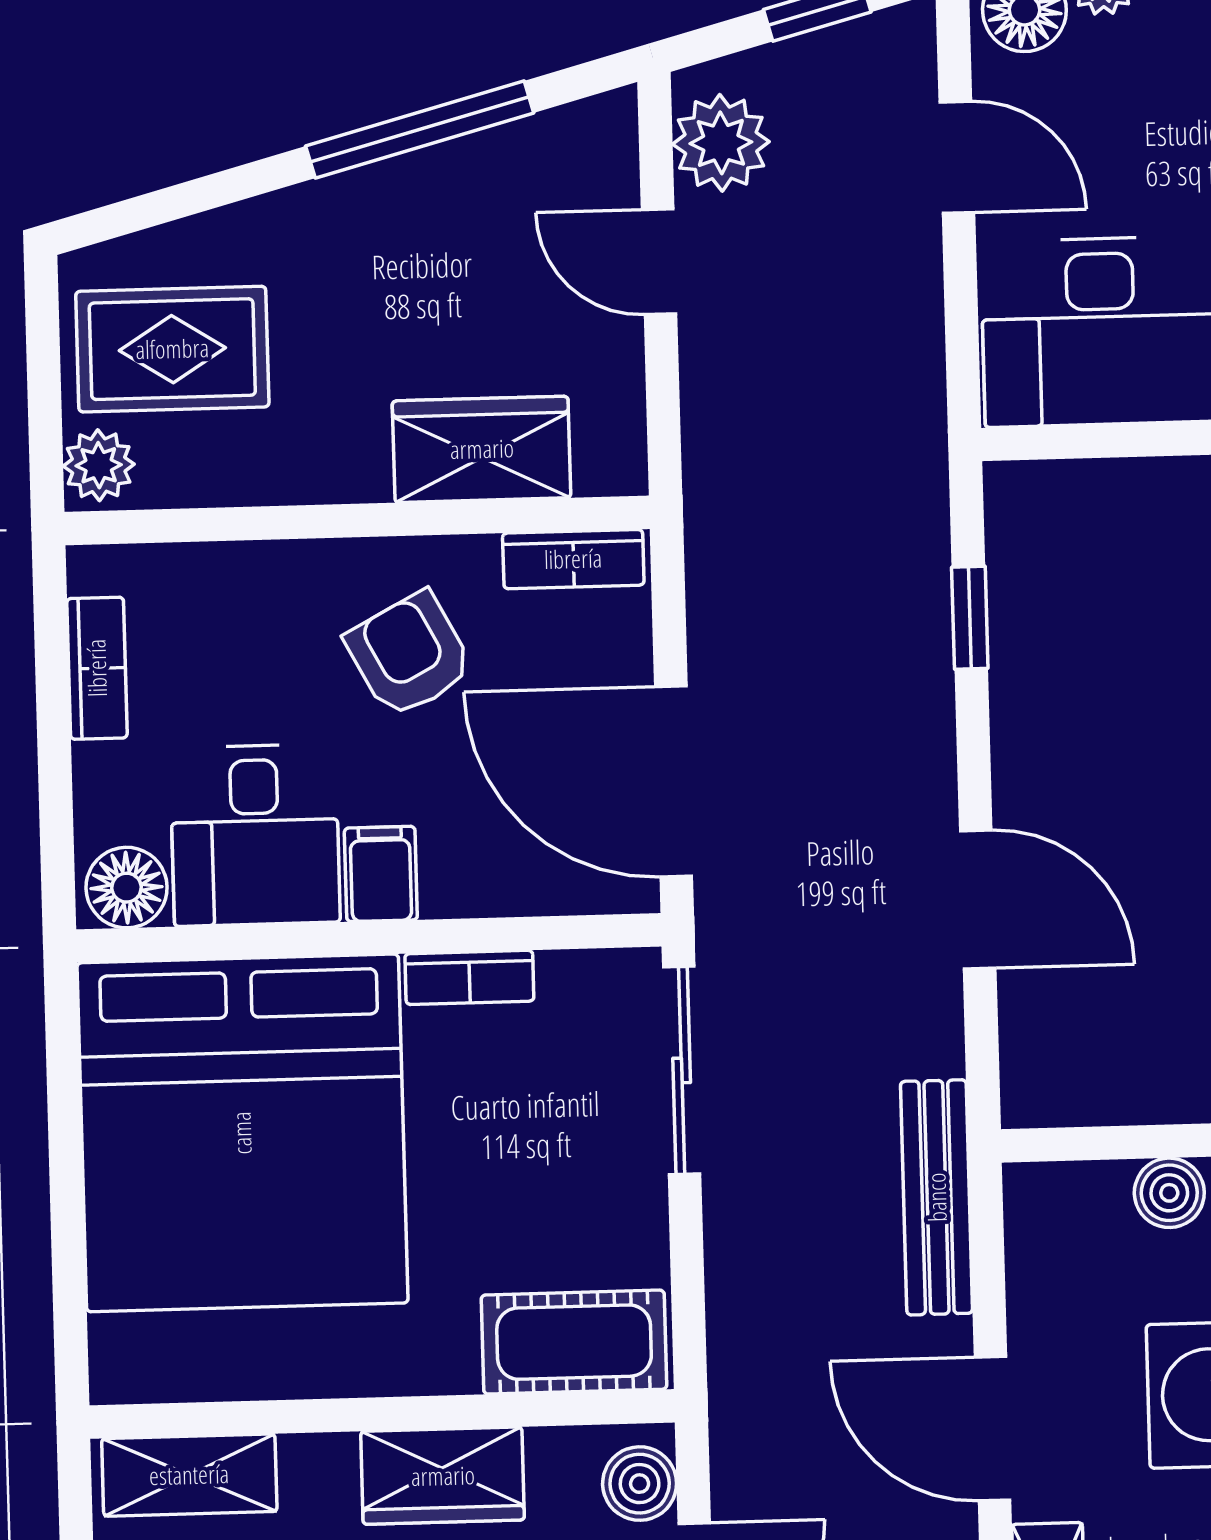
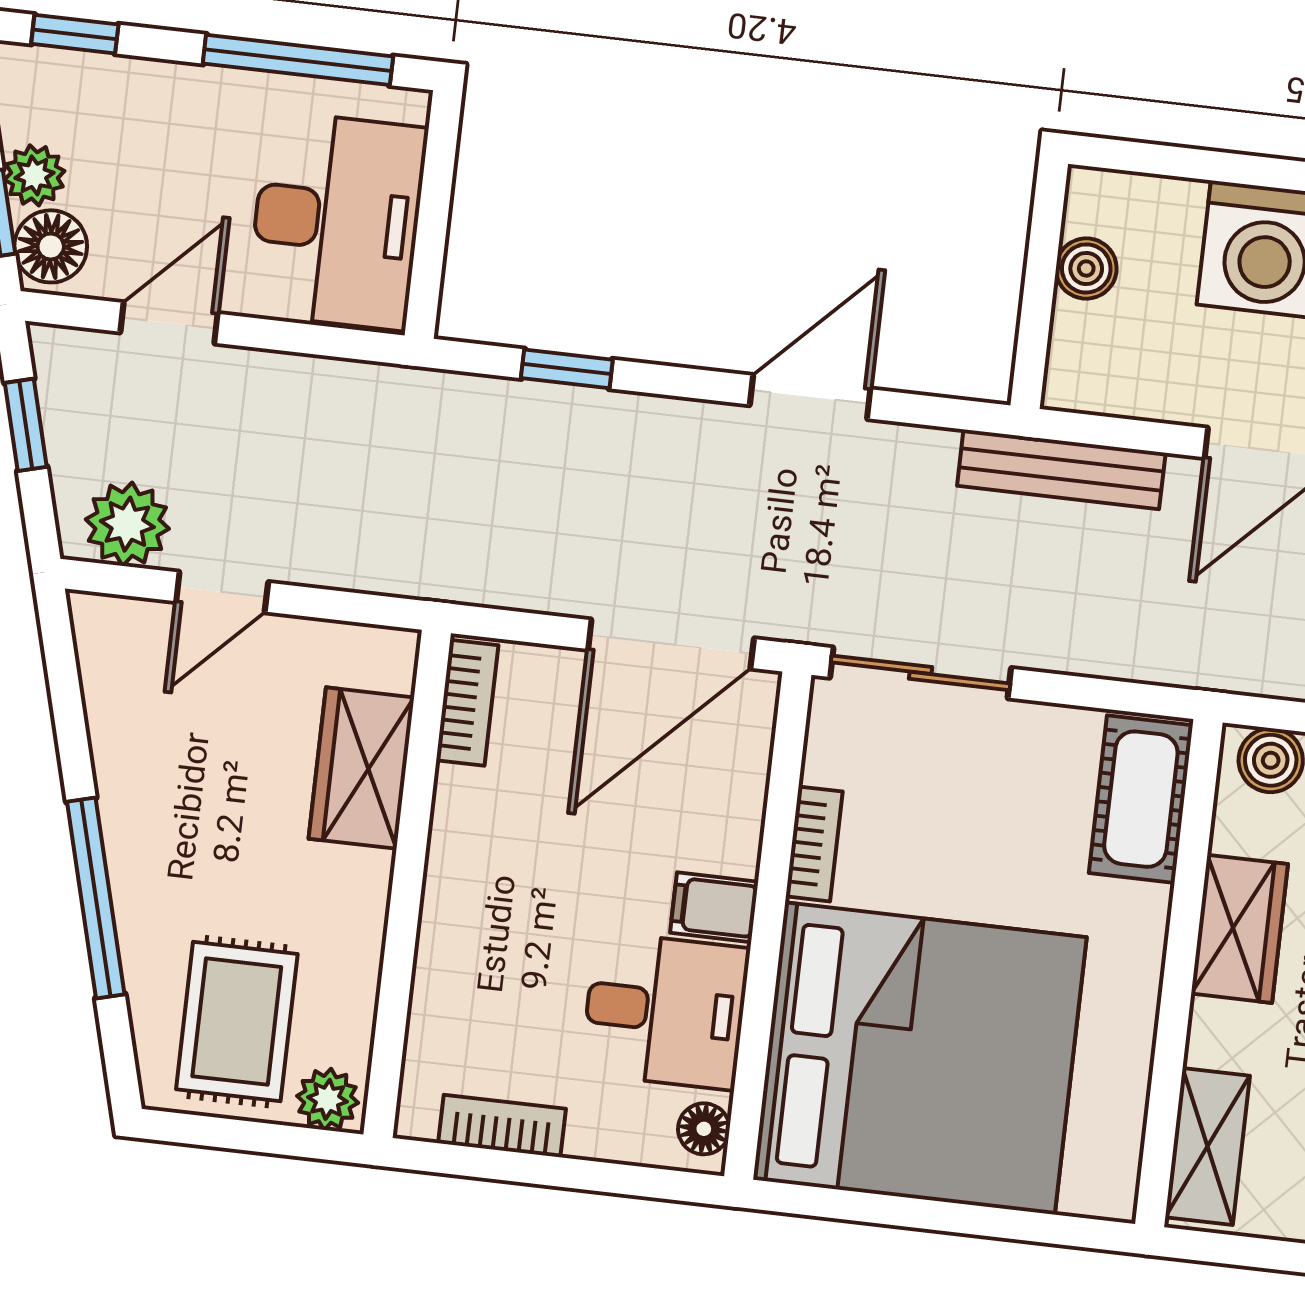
window: (420, 129) -> (96, 898), moved
armchair: (409, 655) -> (529, 856), removed
floor lamp: (127, 888) -> (704, 1129), width x0.73, depth x0.73

